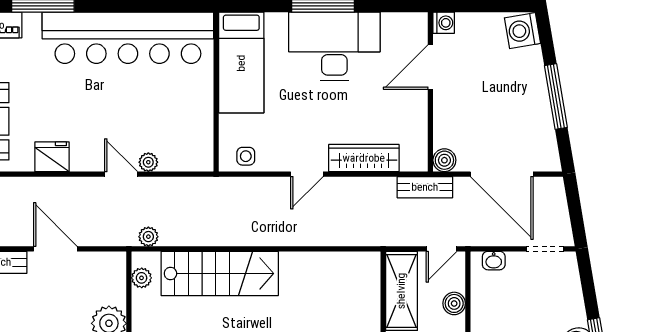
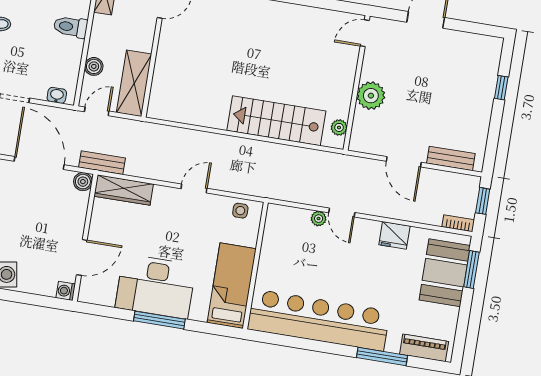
wardrobe: (364, 158) -> (124, 190), moved
plant: (148, 237) -> (328, 159), removed

